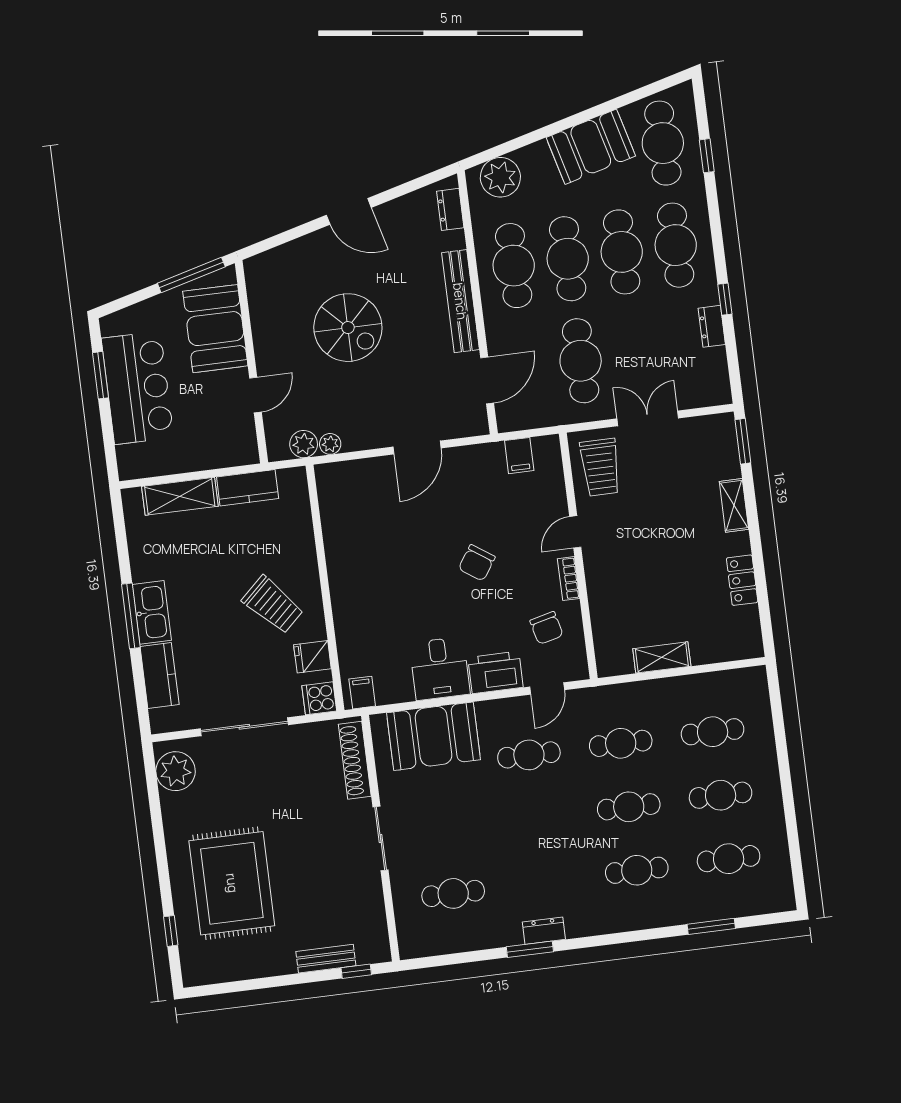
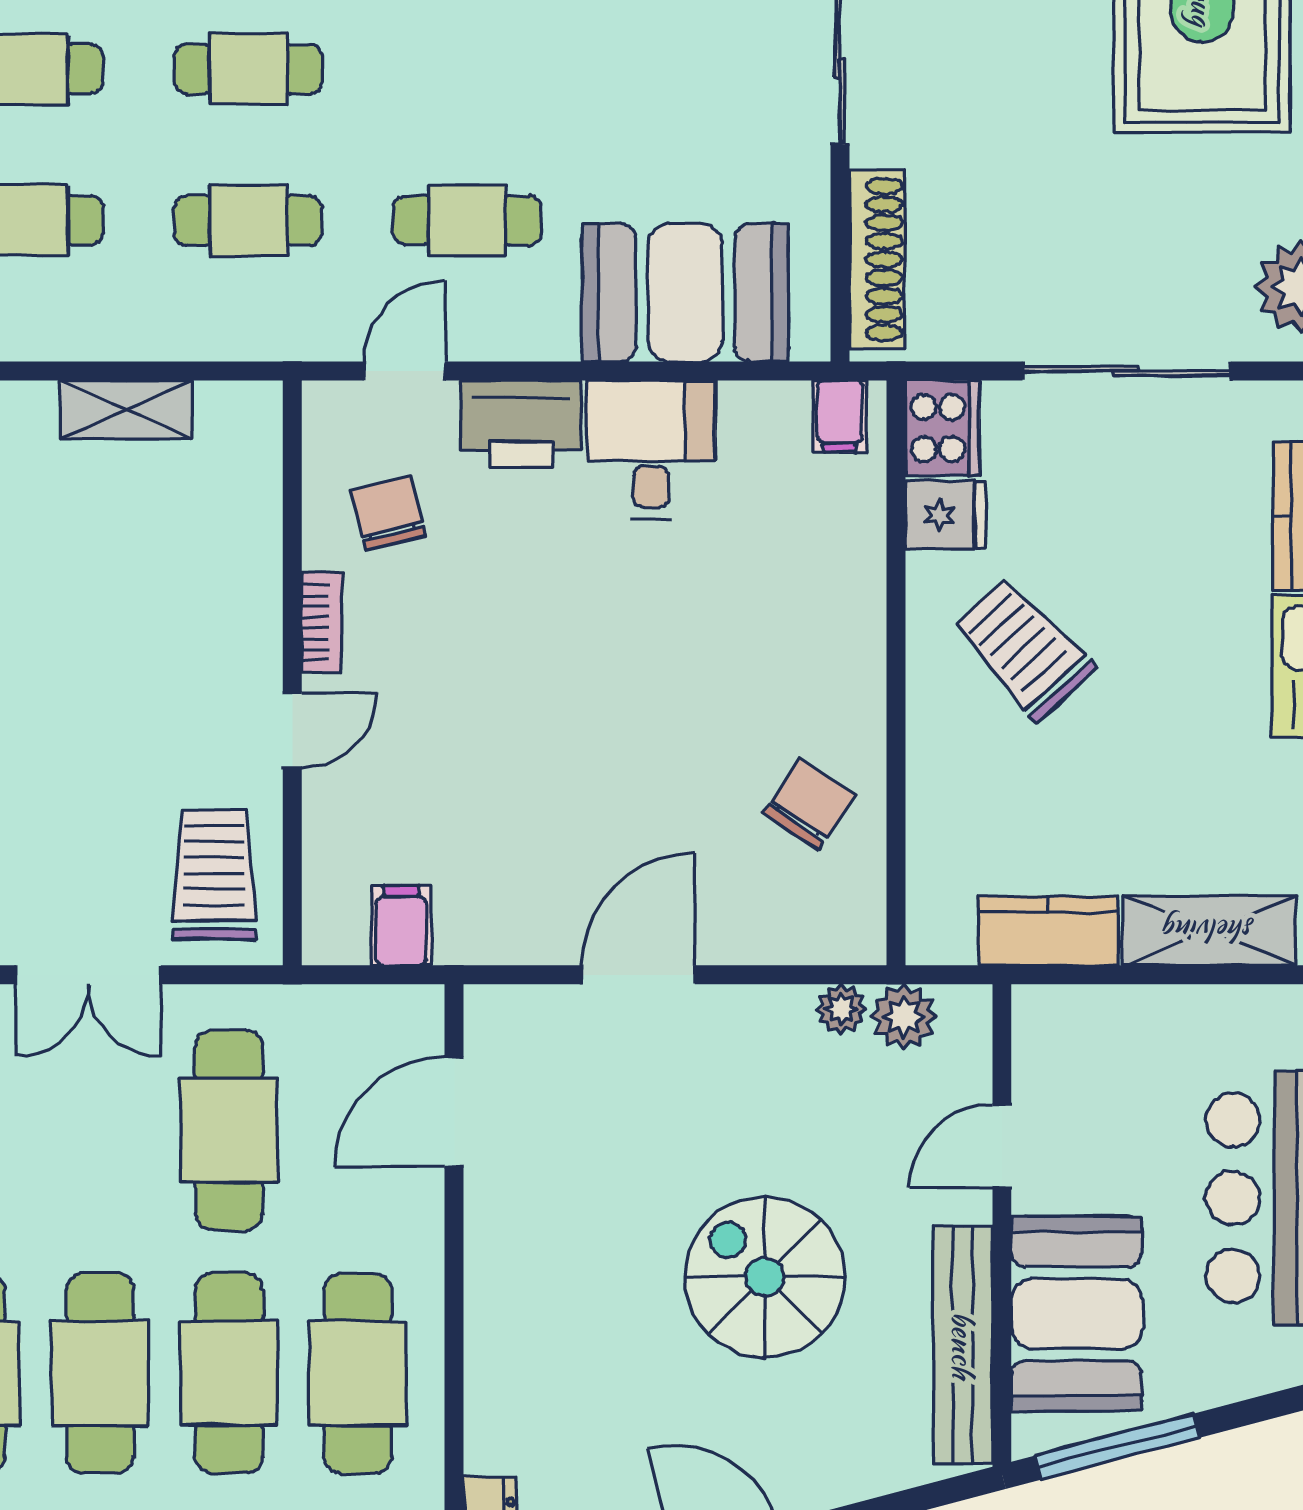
bench: (460, 301) -> (963, 1345), moved
chair: (477, 563) -> (809, 804), moved
cooker: (319, 698) -> (942, 428), width x1.36

